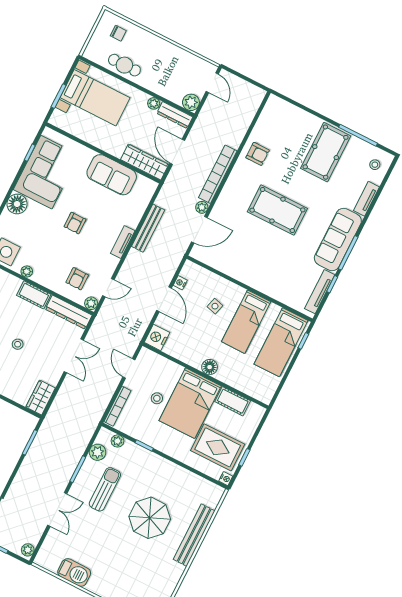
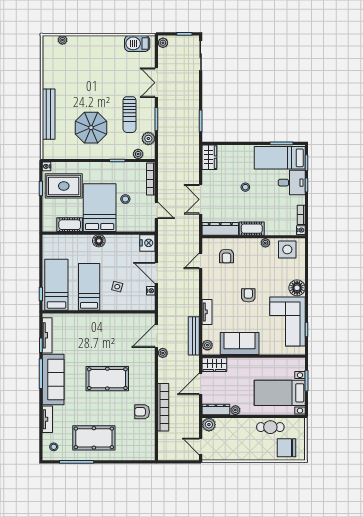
chair: (118, 33) -> (287, 448), width x1.87, depth x1.87
door: (177, 152) -> (201, 384), swing flipped
pool table: (326, 152) -> (94, 438), turned 90
wardrobe: (145, 162) -> (214, 365), width x0.67
bookcase: (218, 174) -> (163, 407), moved
bench: (148, 228) -> (194, 336), moved
tv unit: (123, 242) -> (207, 312), moved
armchair: (77, 279) -> (226, 256), turned 180
plant: (91, 303) -> (207, 345), moved
parasol: (150, 518) -> (91, 128), moved
barbecue: (74, 573) -> (137, 43), moved

